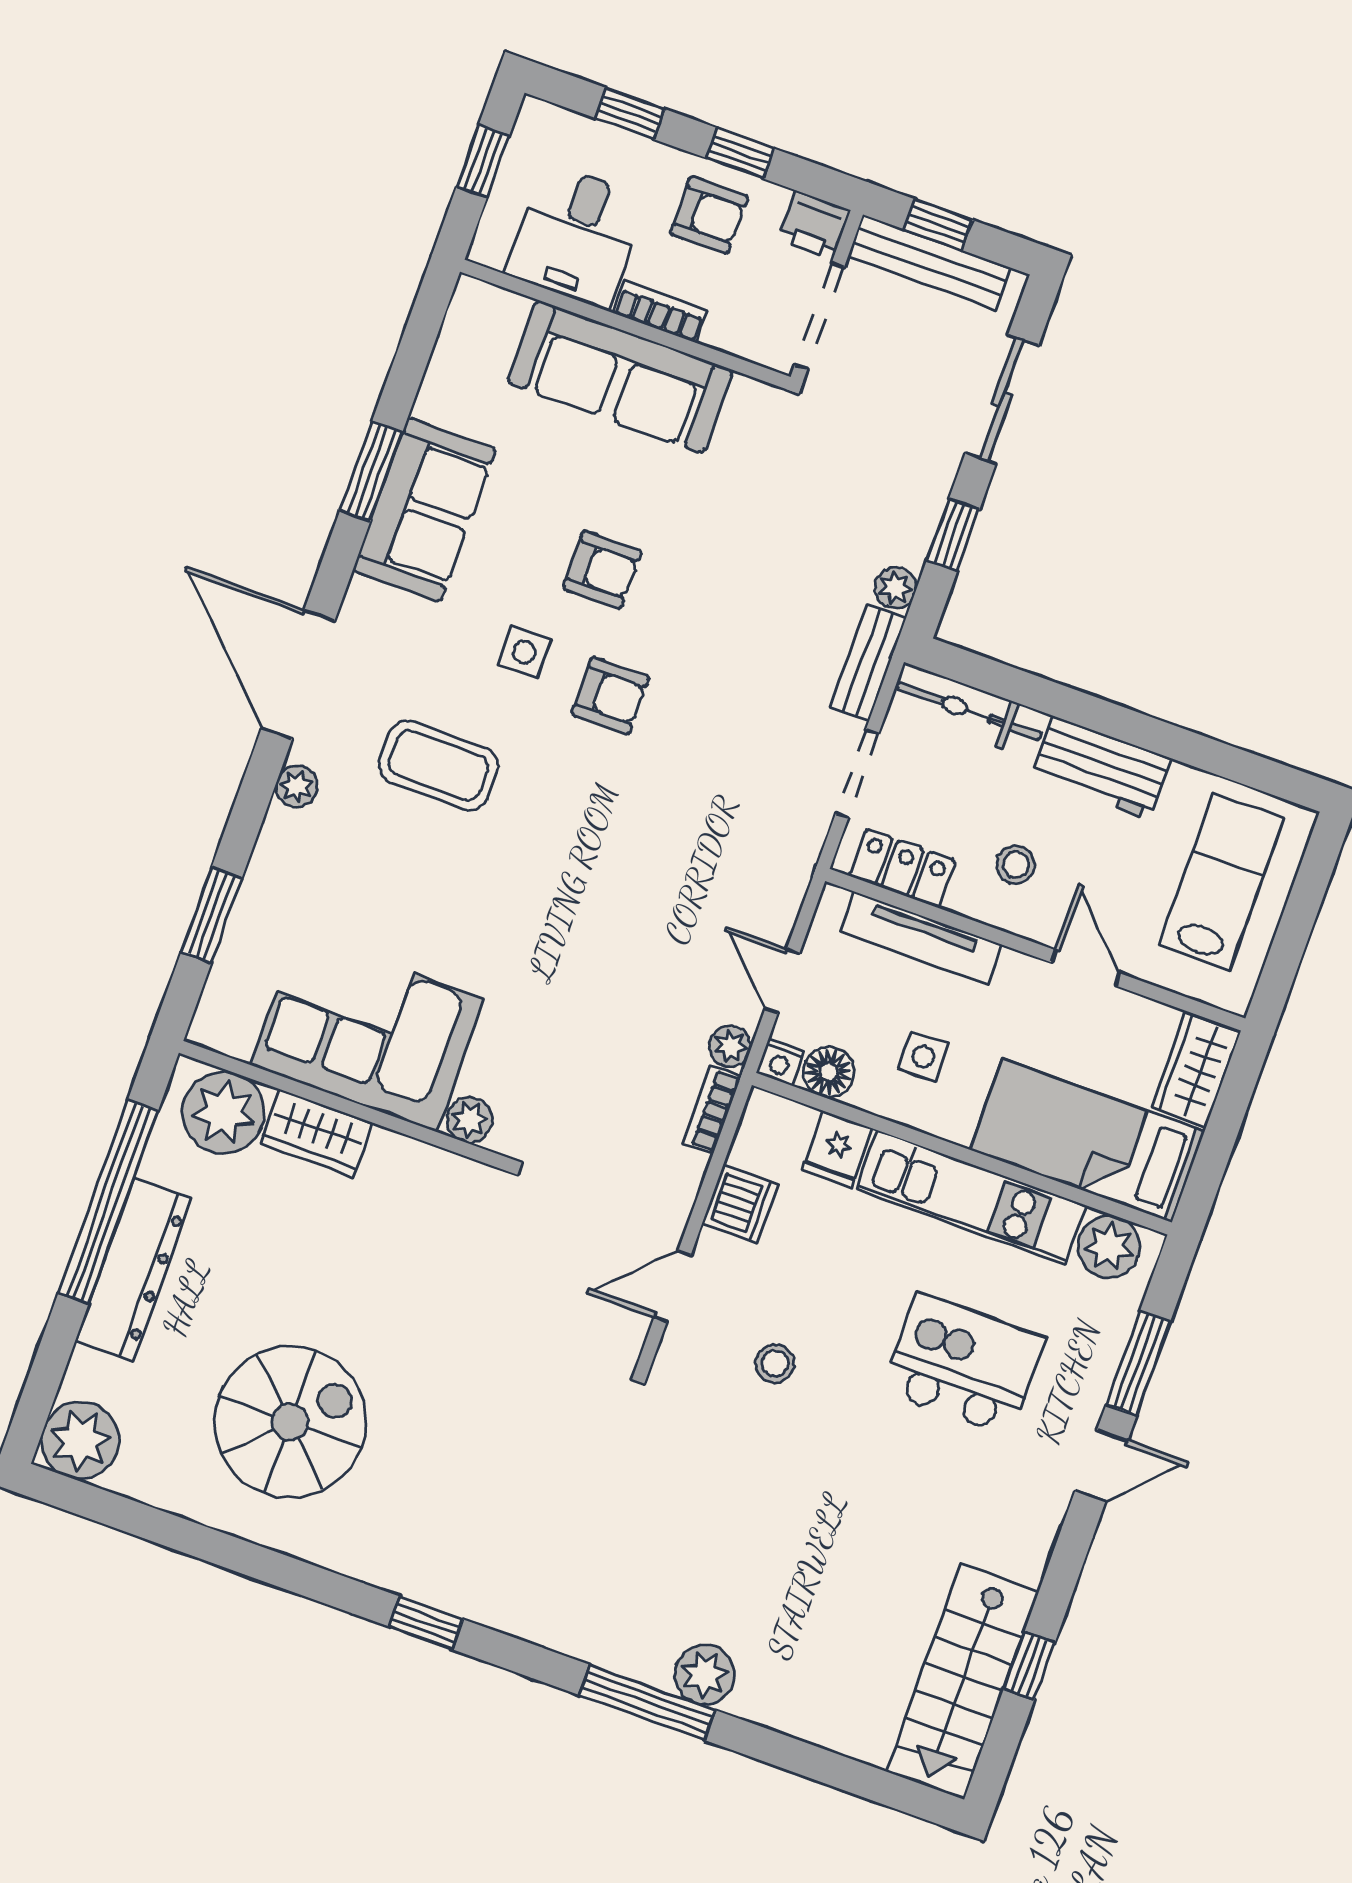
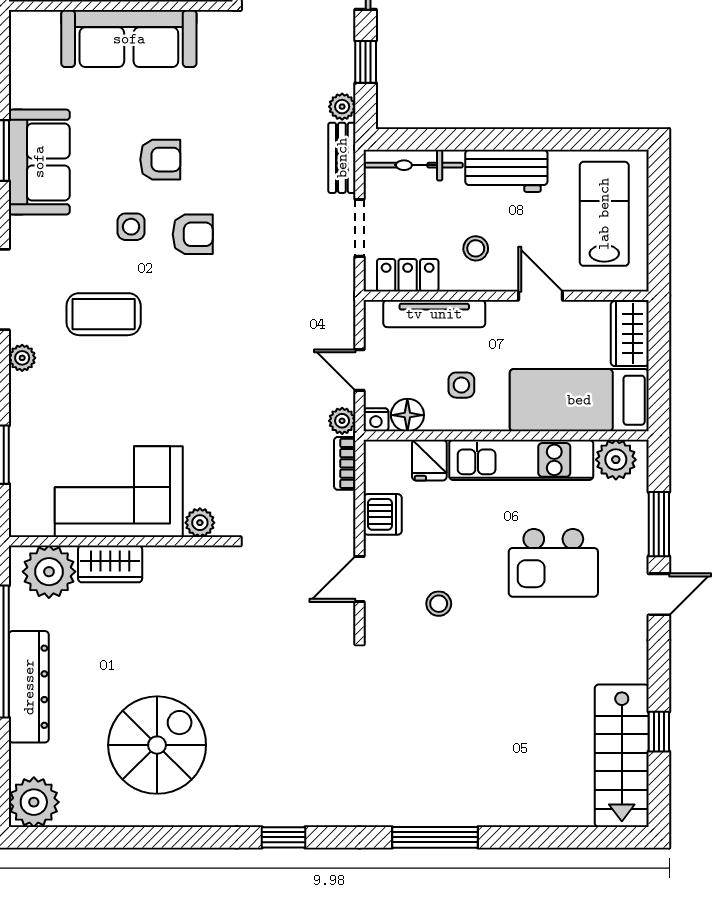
kitchen island: (964, 1364) -> (553, 563), turned 180
plant: (705, 1675) -> (464, 808), removed

